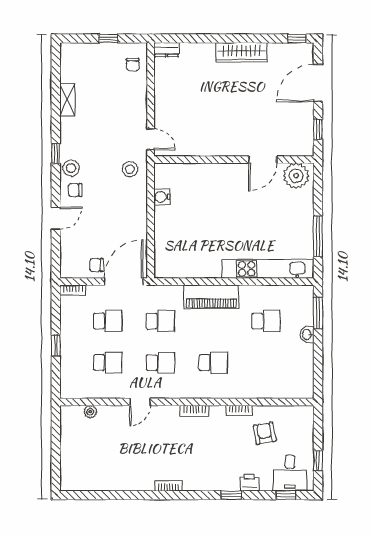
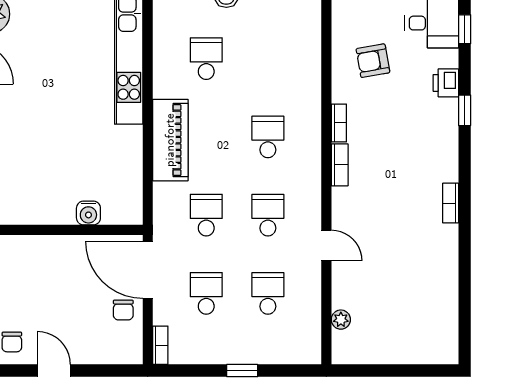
water cooler: (162, 197) -> (88, 213), moved
bookcase: (239, 410) -> (339, 123), moved

